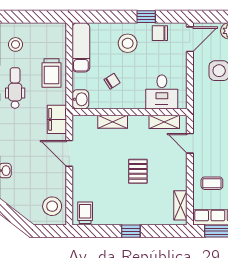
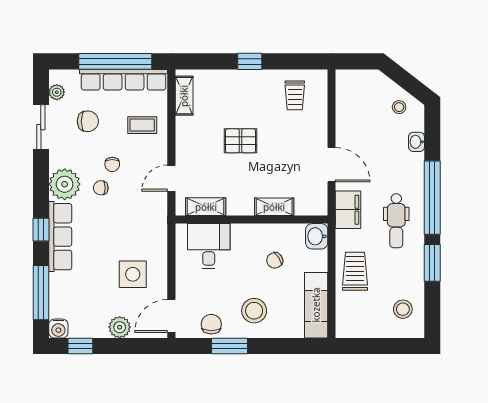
window: (146, 17) -> (229, 346), width x1.50
chair: (160, 33) -> (211, 324), turned -90
dental chair: (15, 88) -> (396, 221), moved
door: (190, 143) -> (171, 178), swing flipped
pallet: (138, 171) -> (241, 141), turned 90
stool: (52, 206) -> (399, 107), moved, width x0.53, depth x0.53
trolley: (85, 213) -> (295, 95), moved

